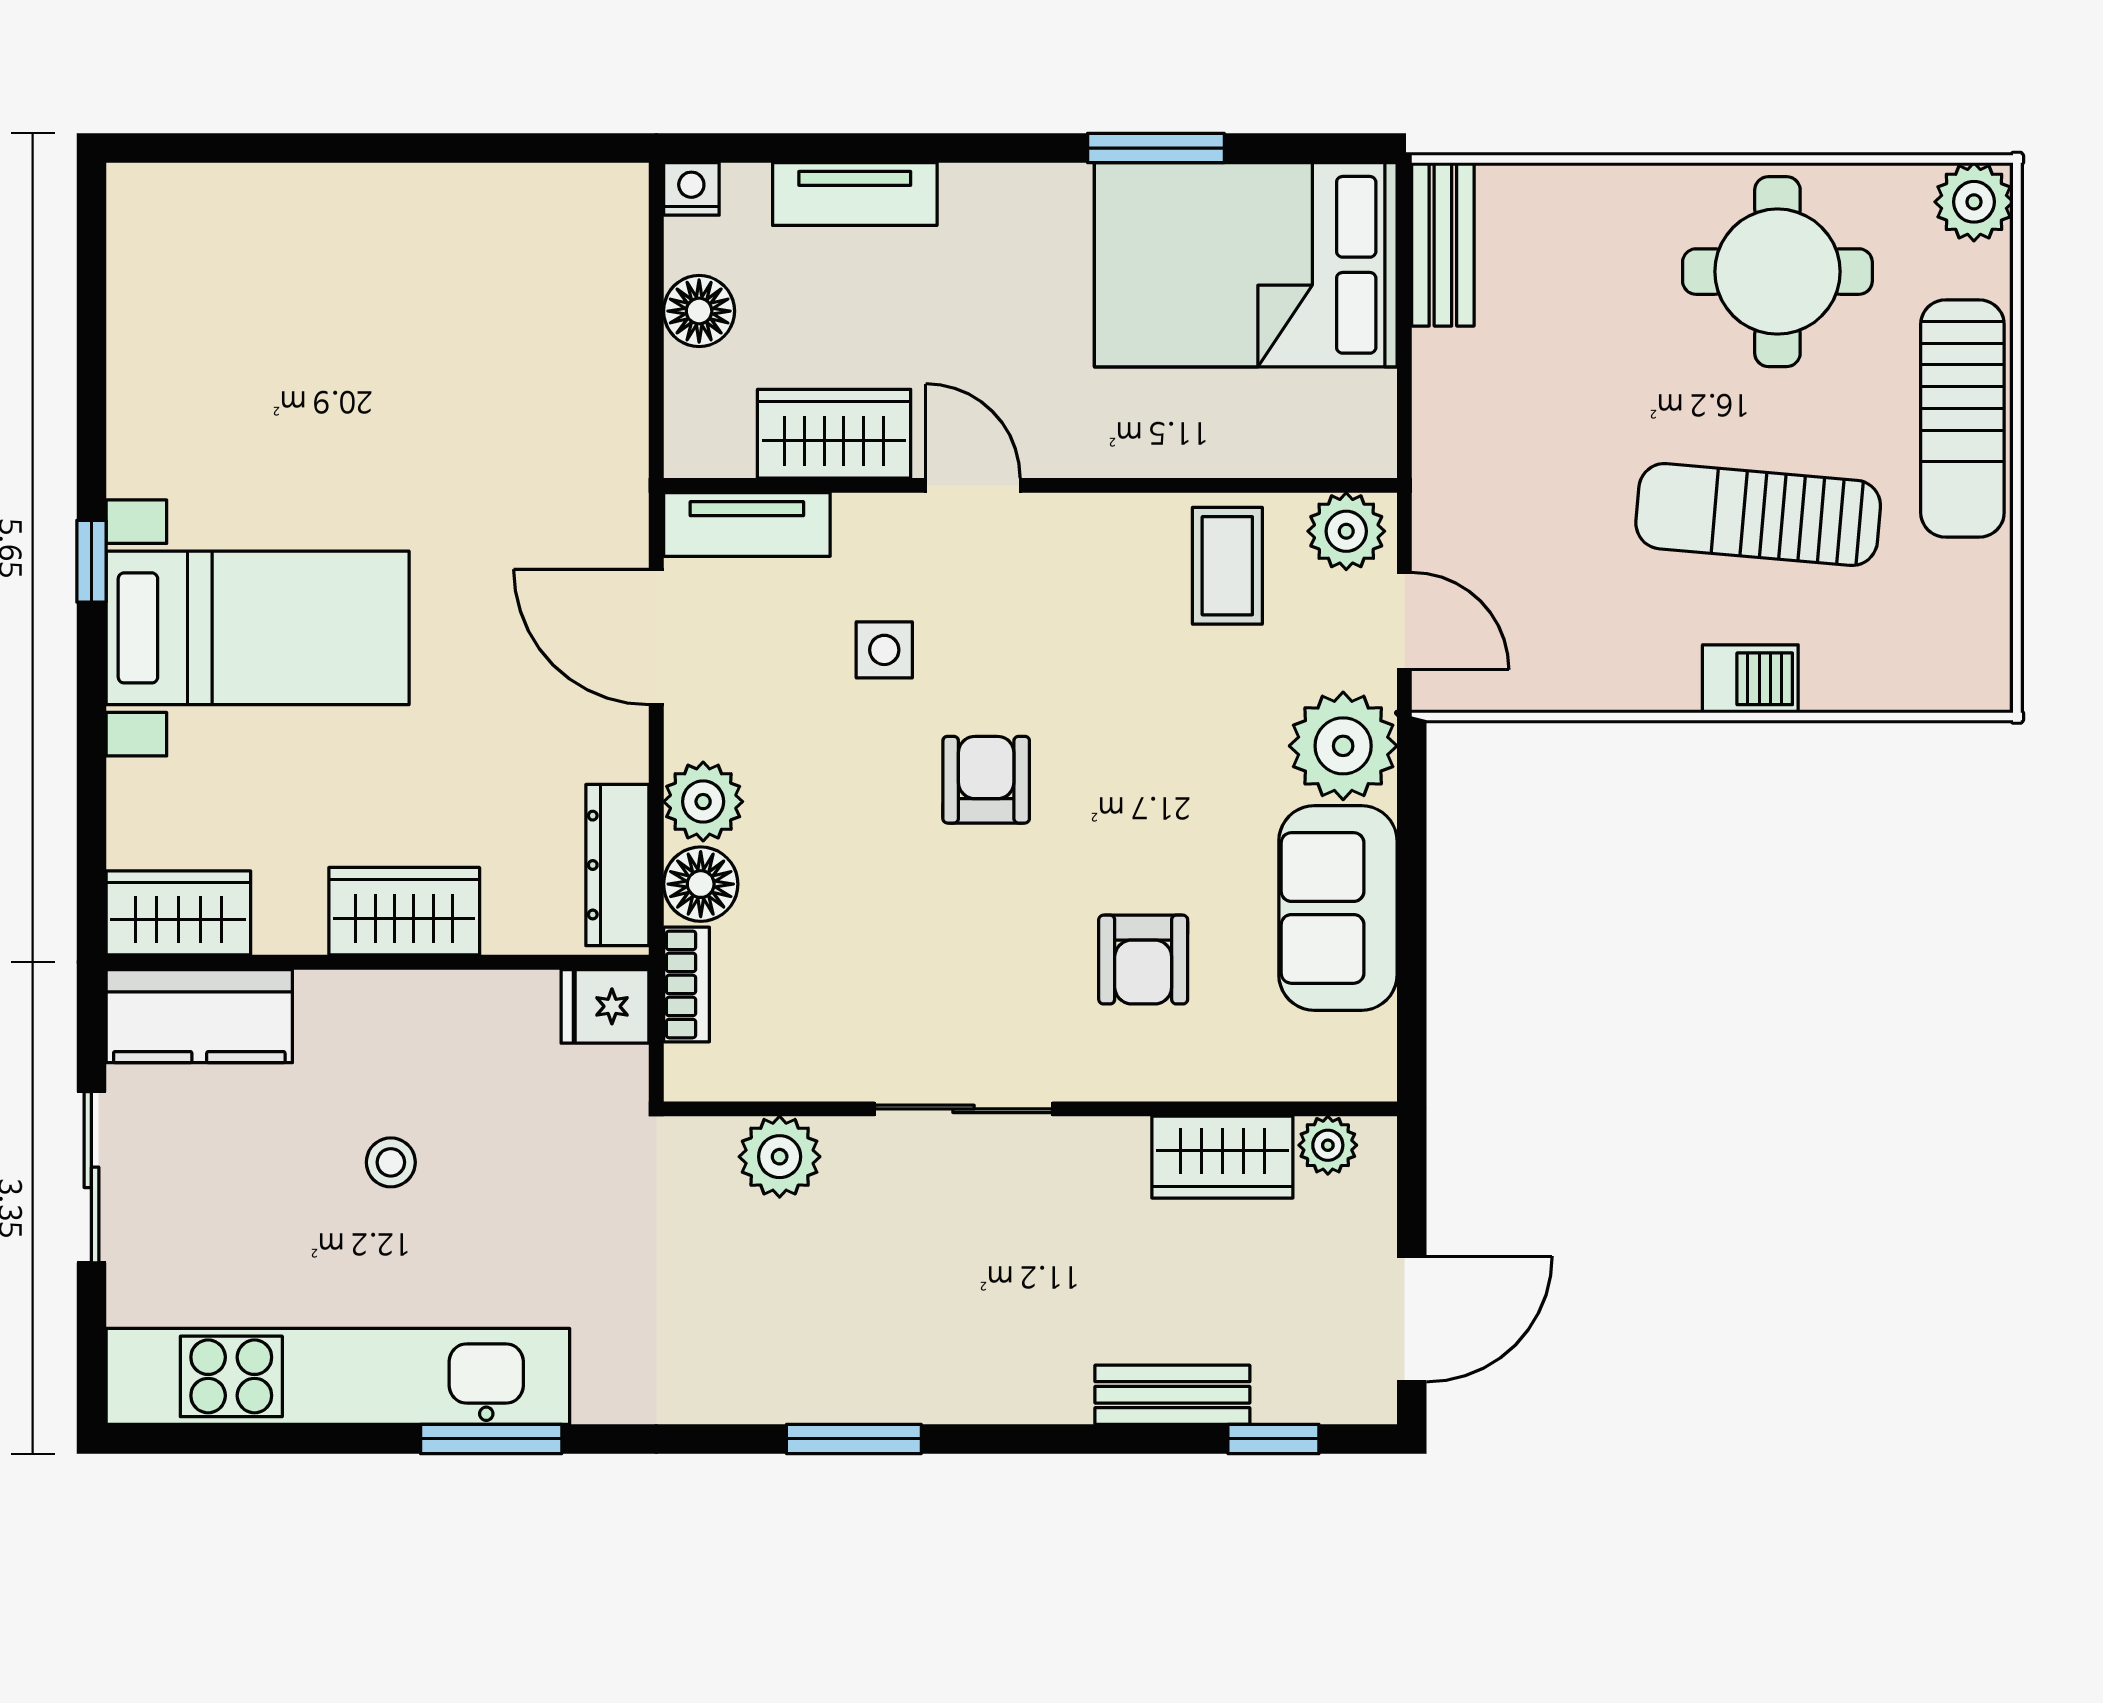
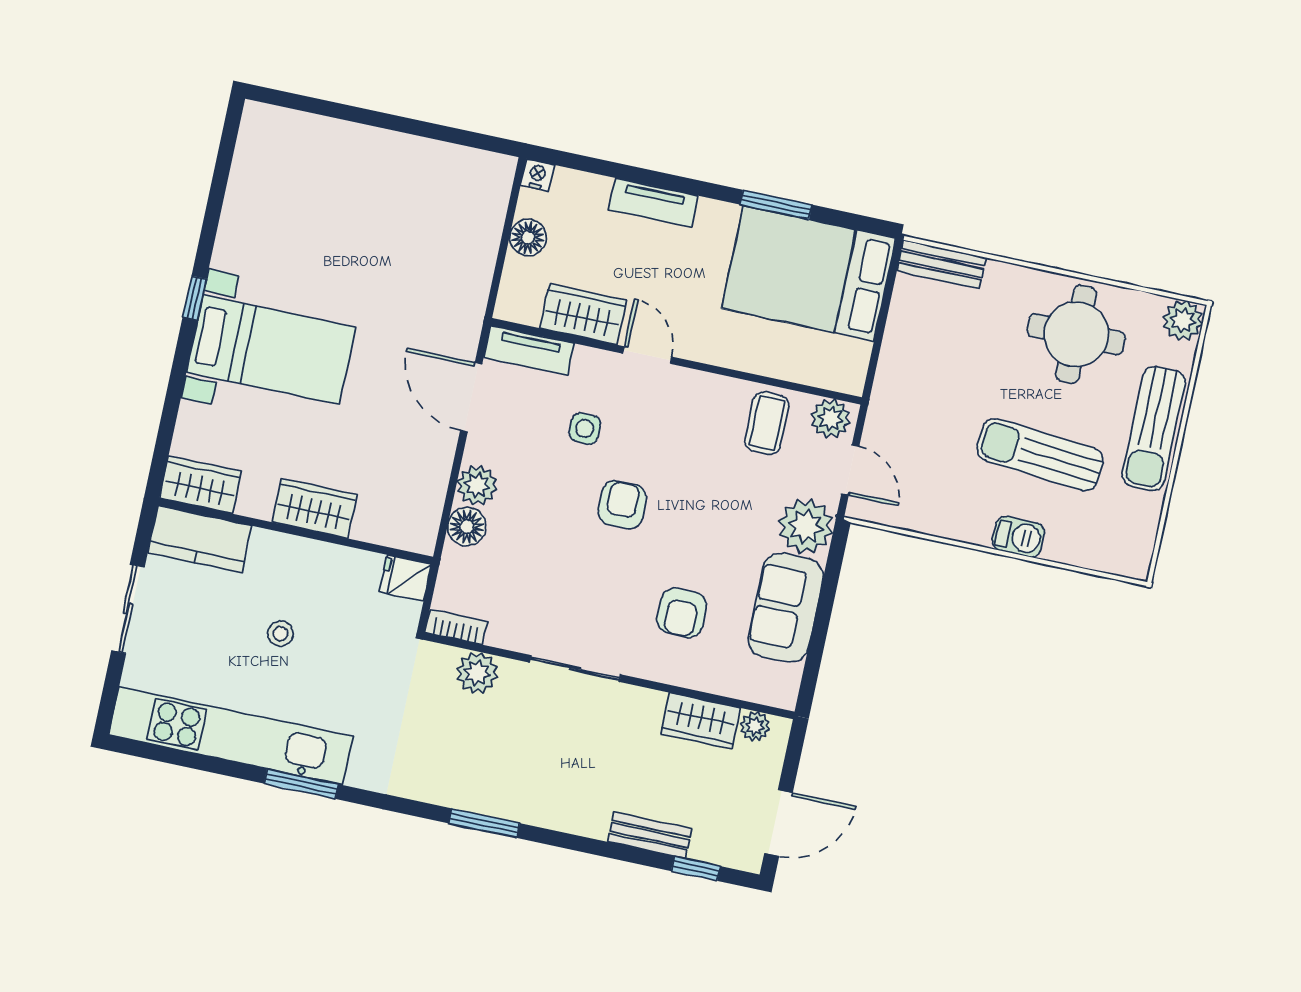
tv unit: (855, 194) -> (653, 203), moved
bench: (1443, 244) -> (941, 264), moved, turned 90
dresser: (617, 865) -> (427, 508), removed
bookcase: (686, 984) -> (456, 627), moved, turned -90

